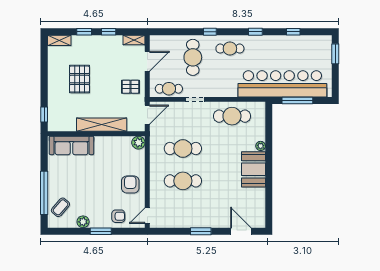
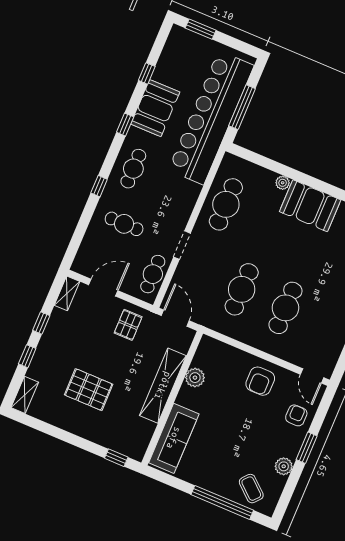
booth: (274, 46) -> (155, 108), added
cafe table: (193, 57) -> (124, 224), width x0.73, depth x0.74
door: (147, 61) -> (103, 288), hinge flipped
plant: (138, 143) -> (195, 378), moved
armchair: (130, 184) -> (260, 381), turned -90

